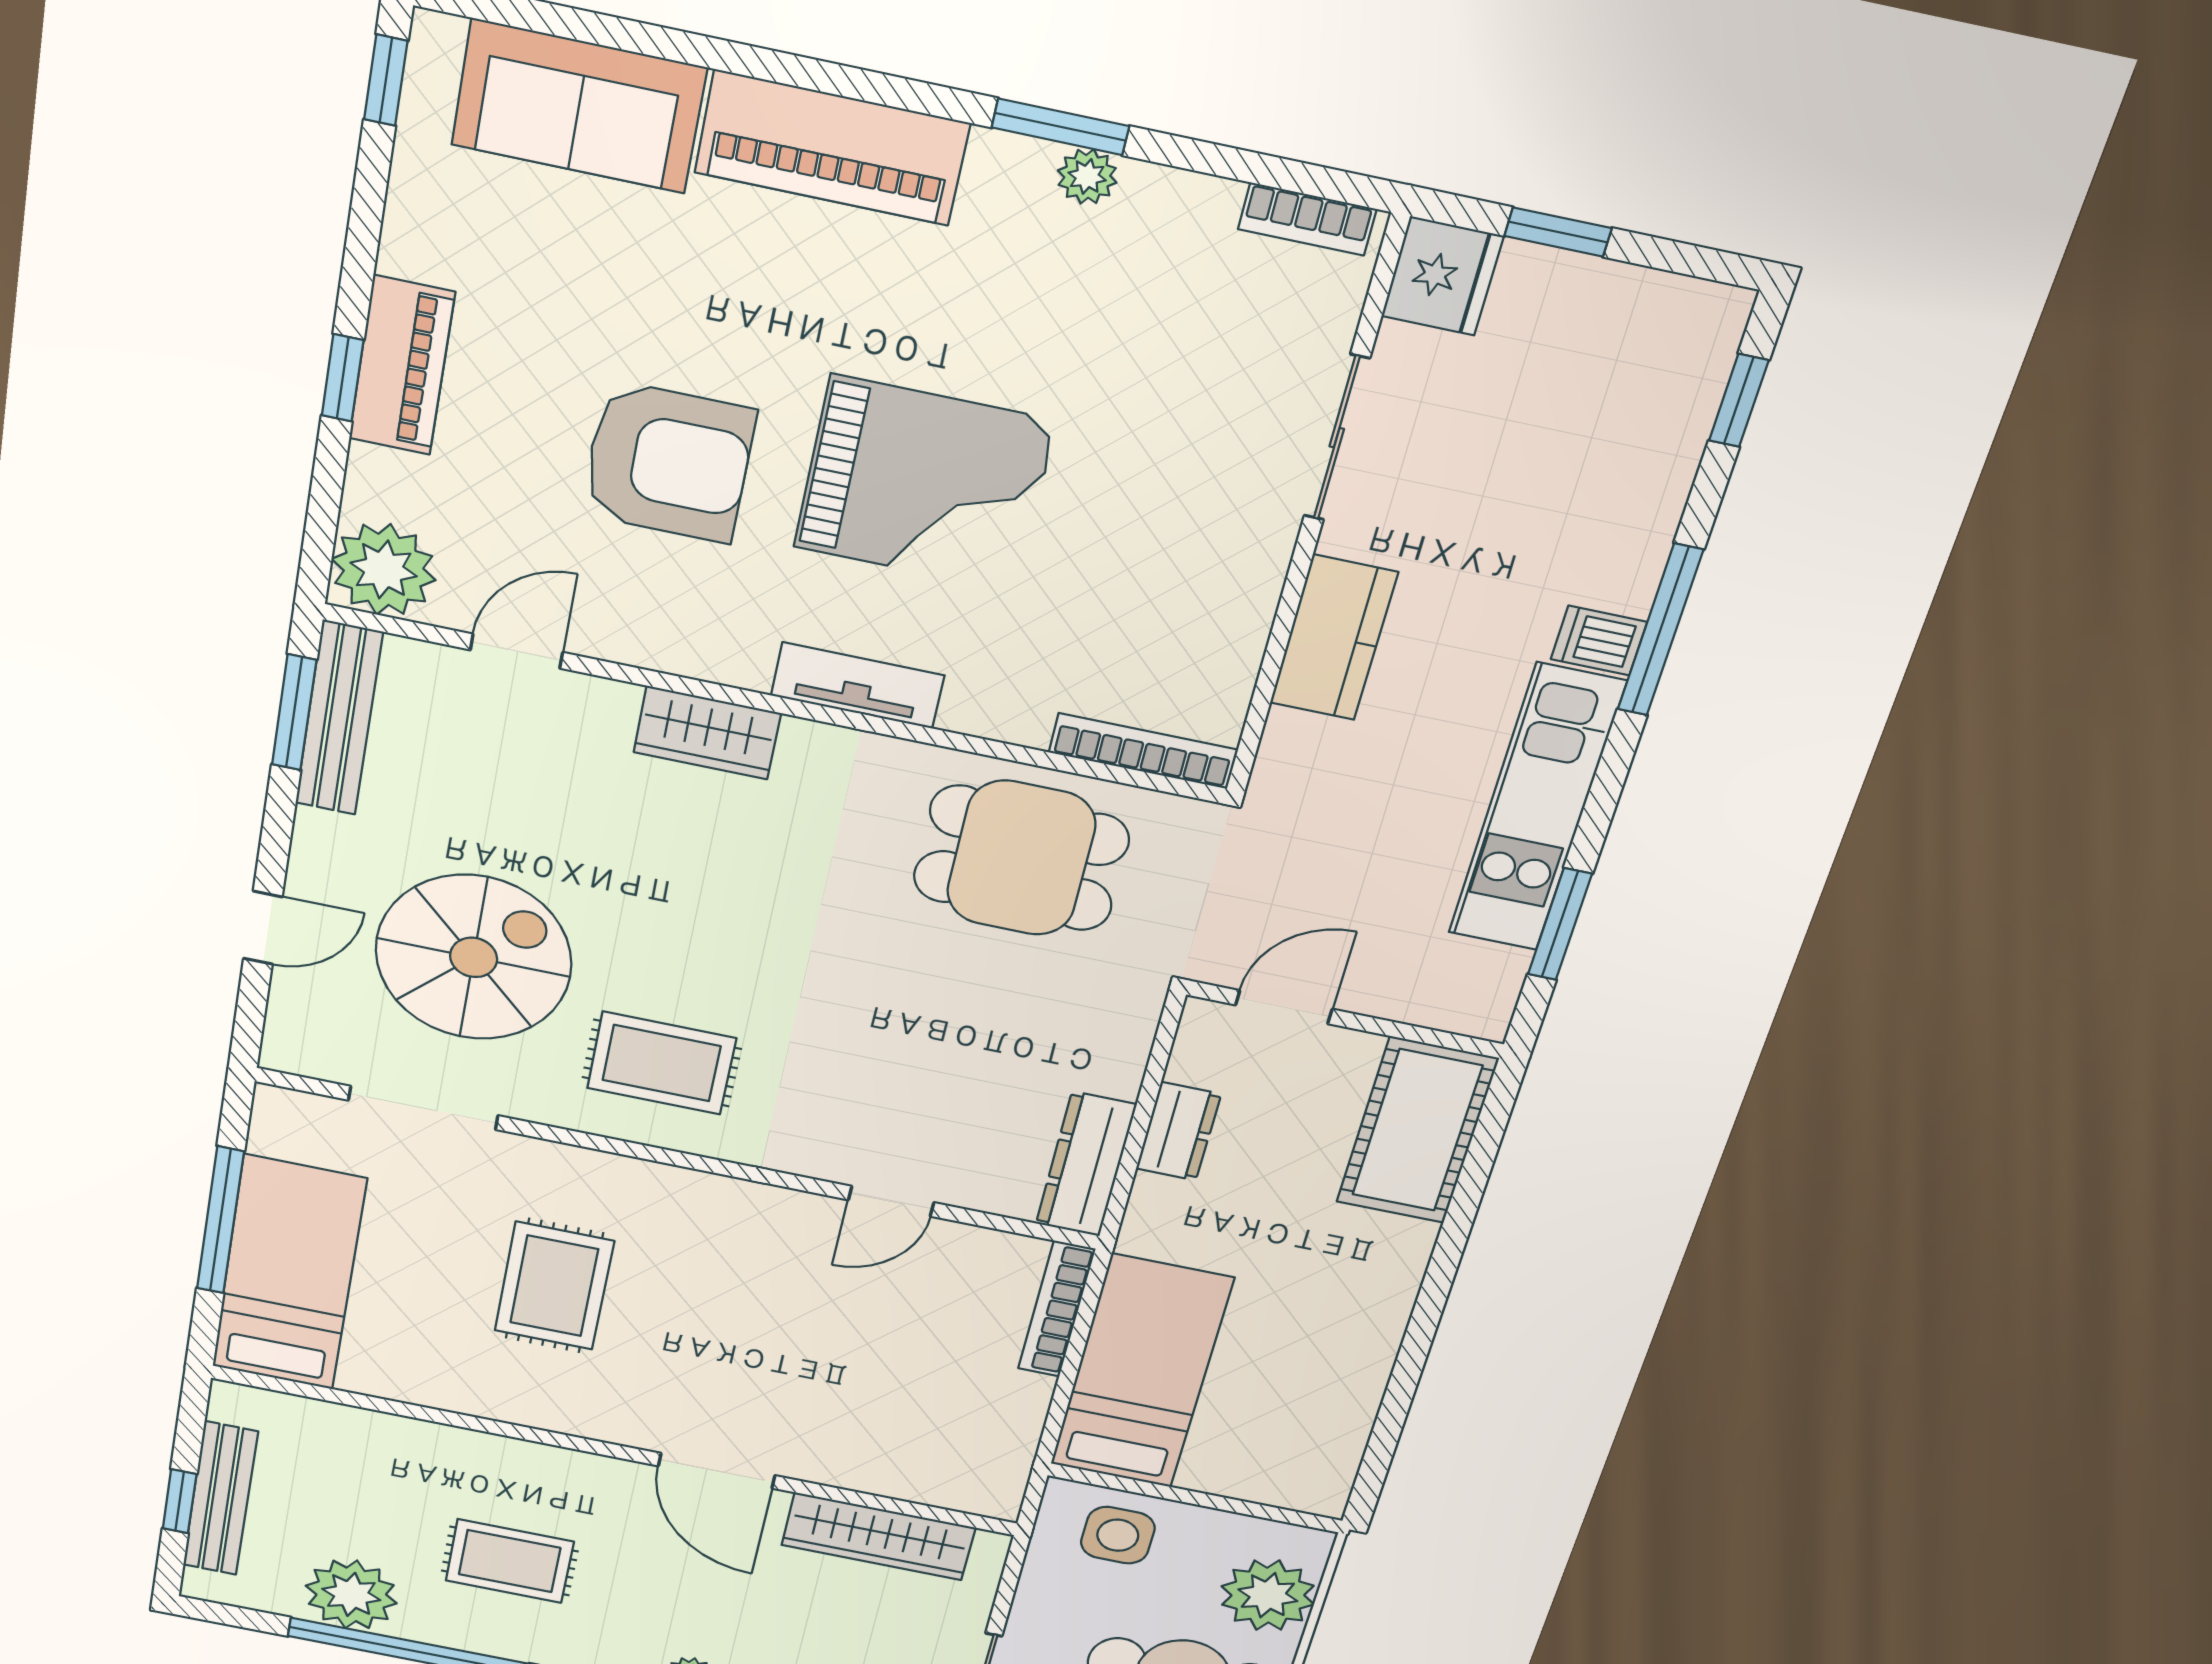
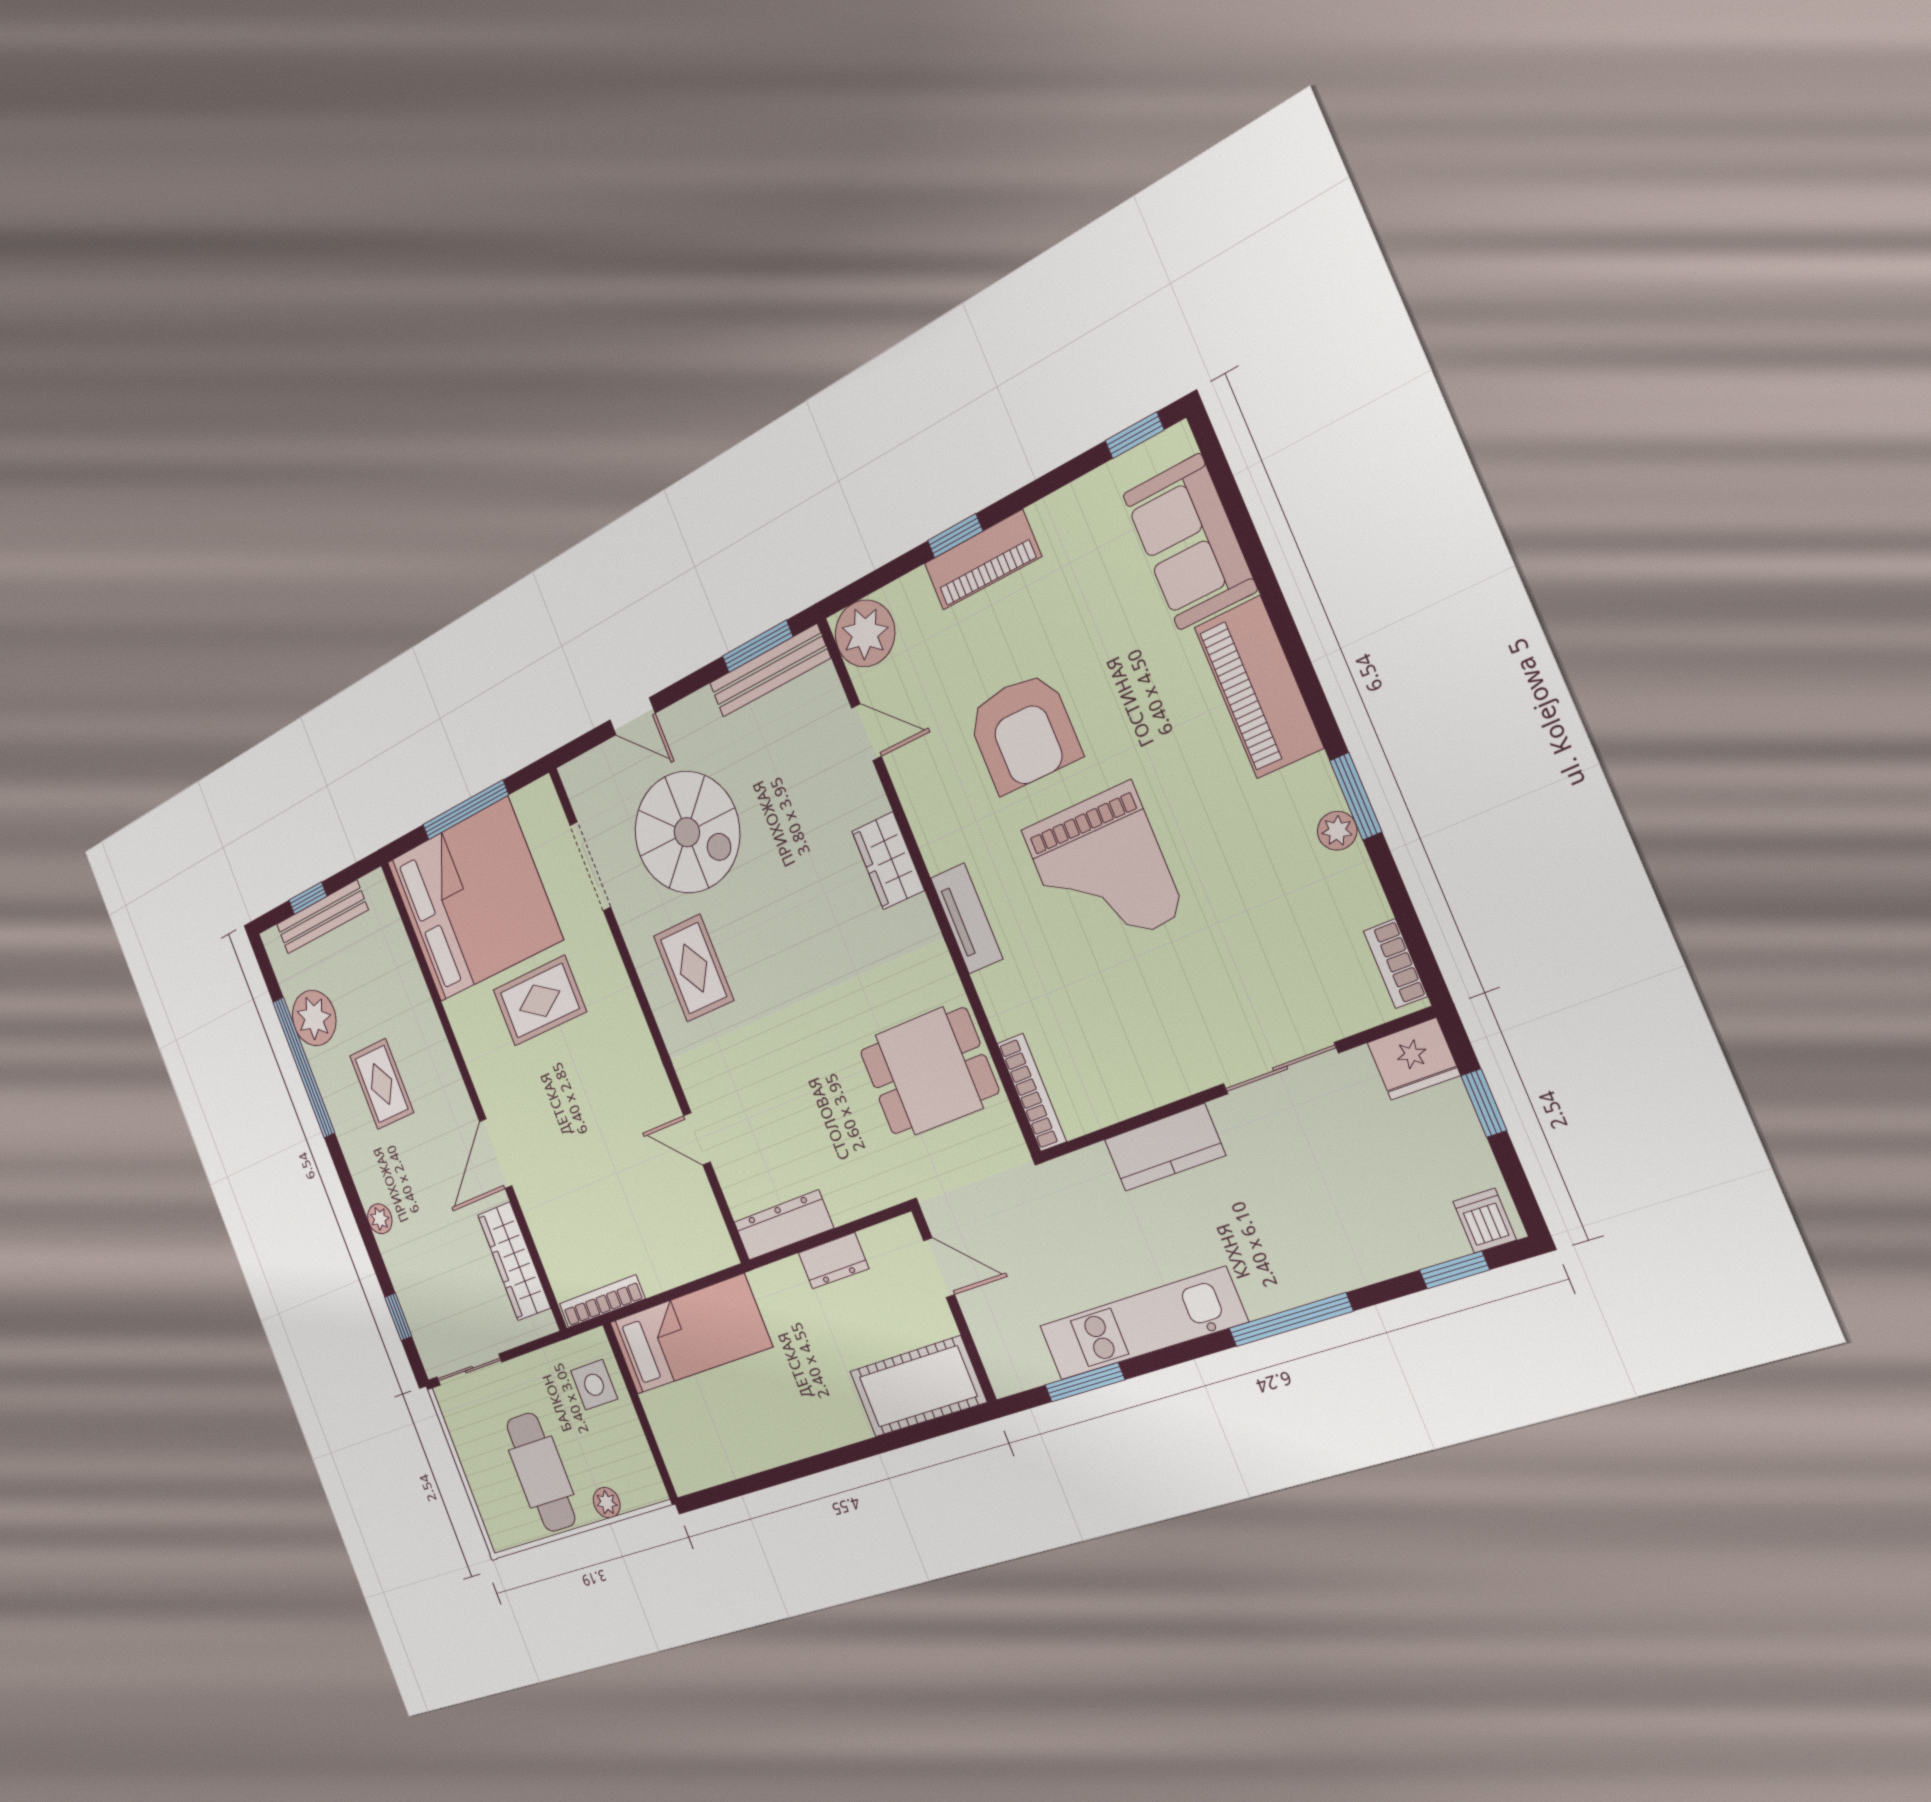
dishwasher: (1599, 640) -> (1485, 1221), moved
dining table: (1021, 858) -> (929, 1071), turned 90
bed: (289, 1273) -> (474, 900), width x2.04
bookcase: (1057, 1309) -> (602, 1301), moved
plant: (1268, 1595) -> (607, 1503), width x0.53, depth x0.53

